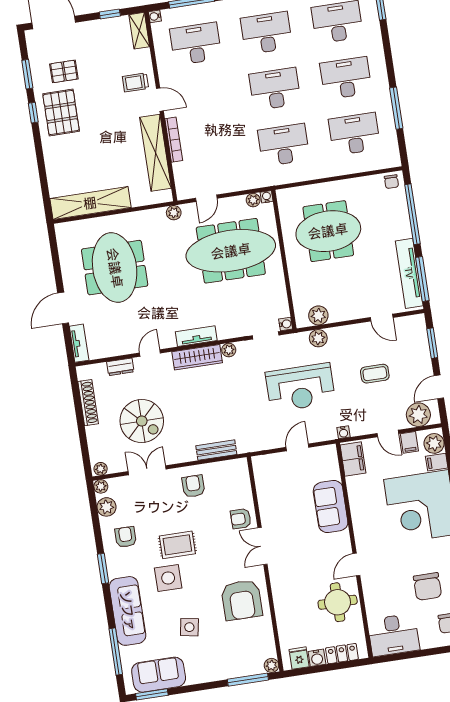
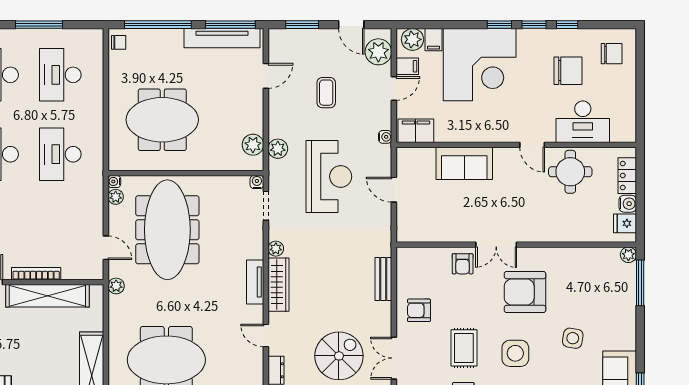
meeting table: (328, 231) -> (162, 120), turned 90
rug: (177, 545) -> (464, 348), moved
armchair: (242, 600) -> (525, 292), moved, turned 180
desk: (393, 635) -> (583, 122), moved, turned 90

